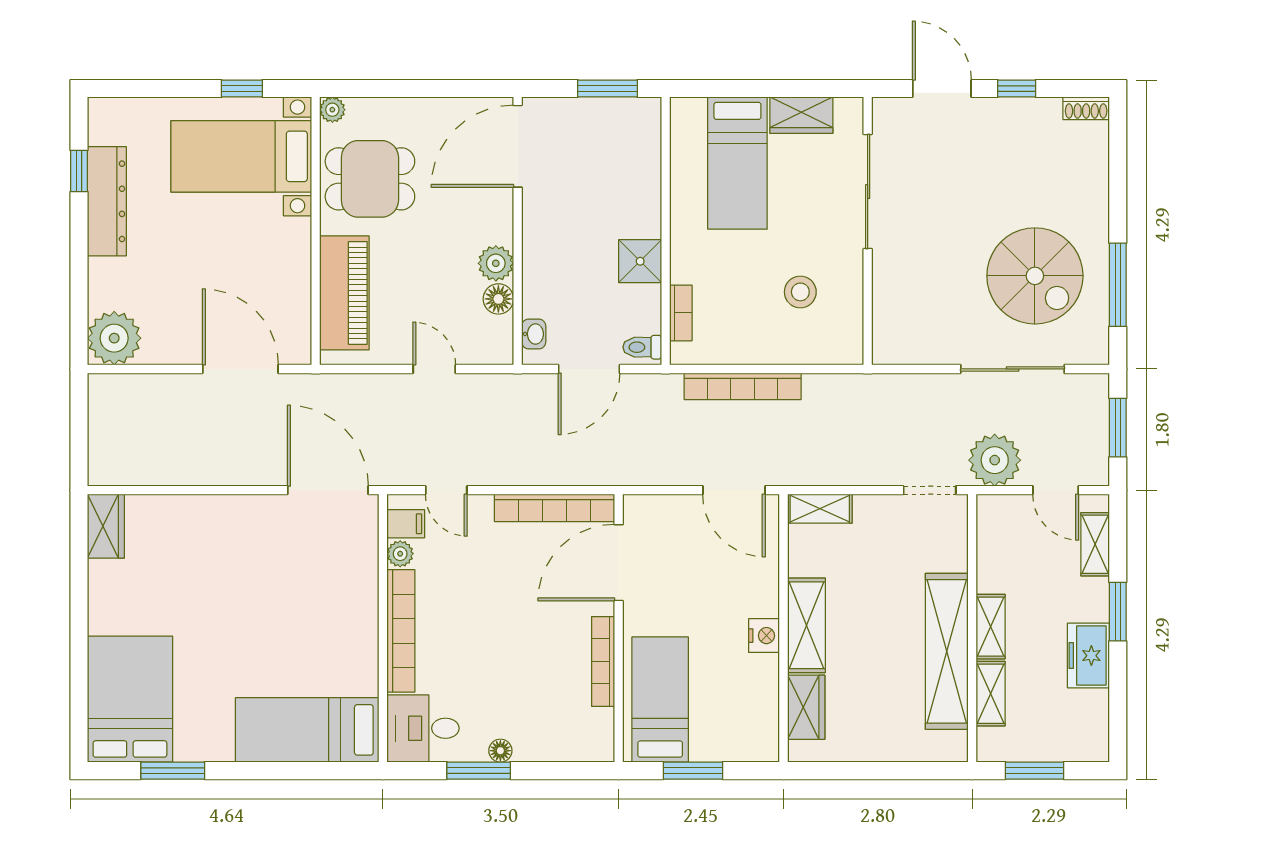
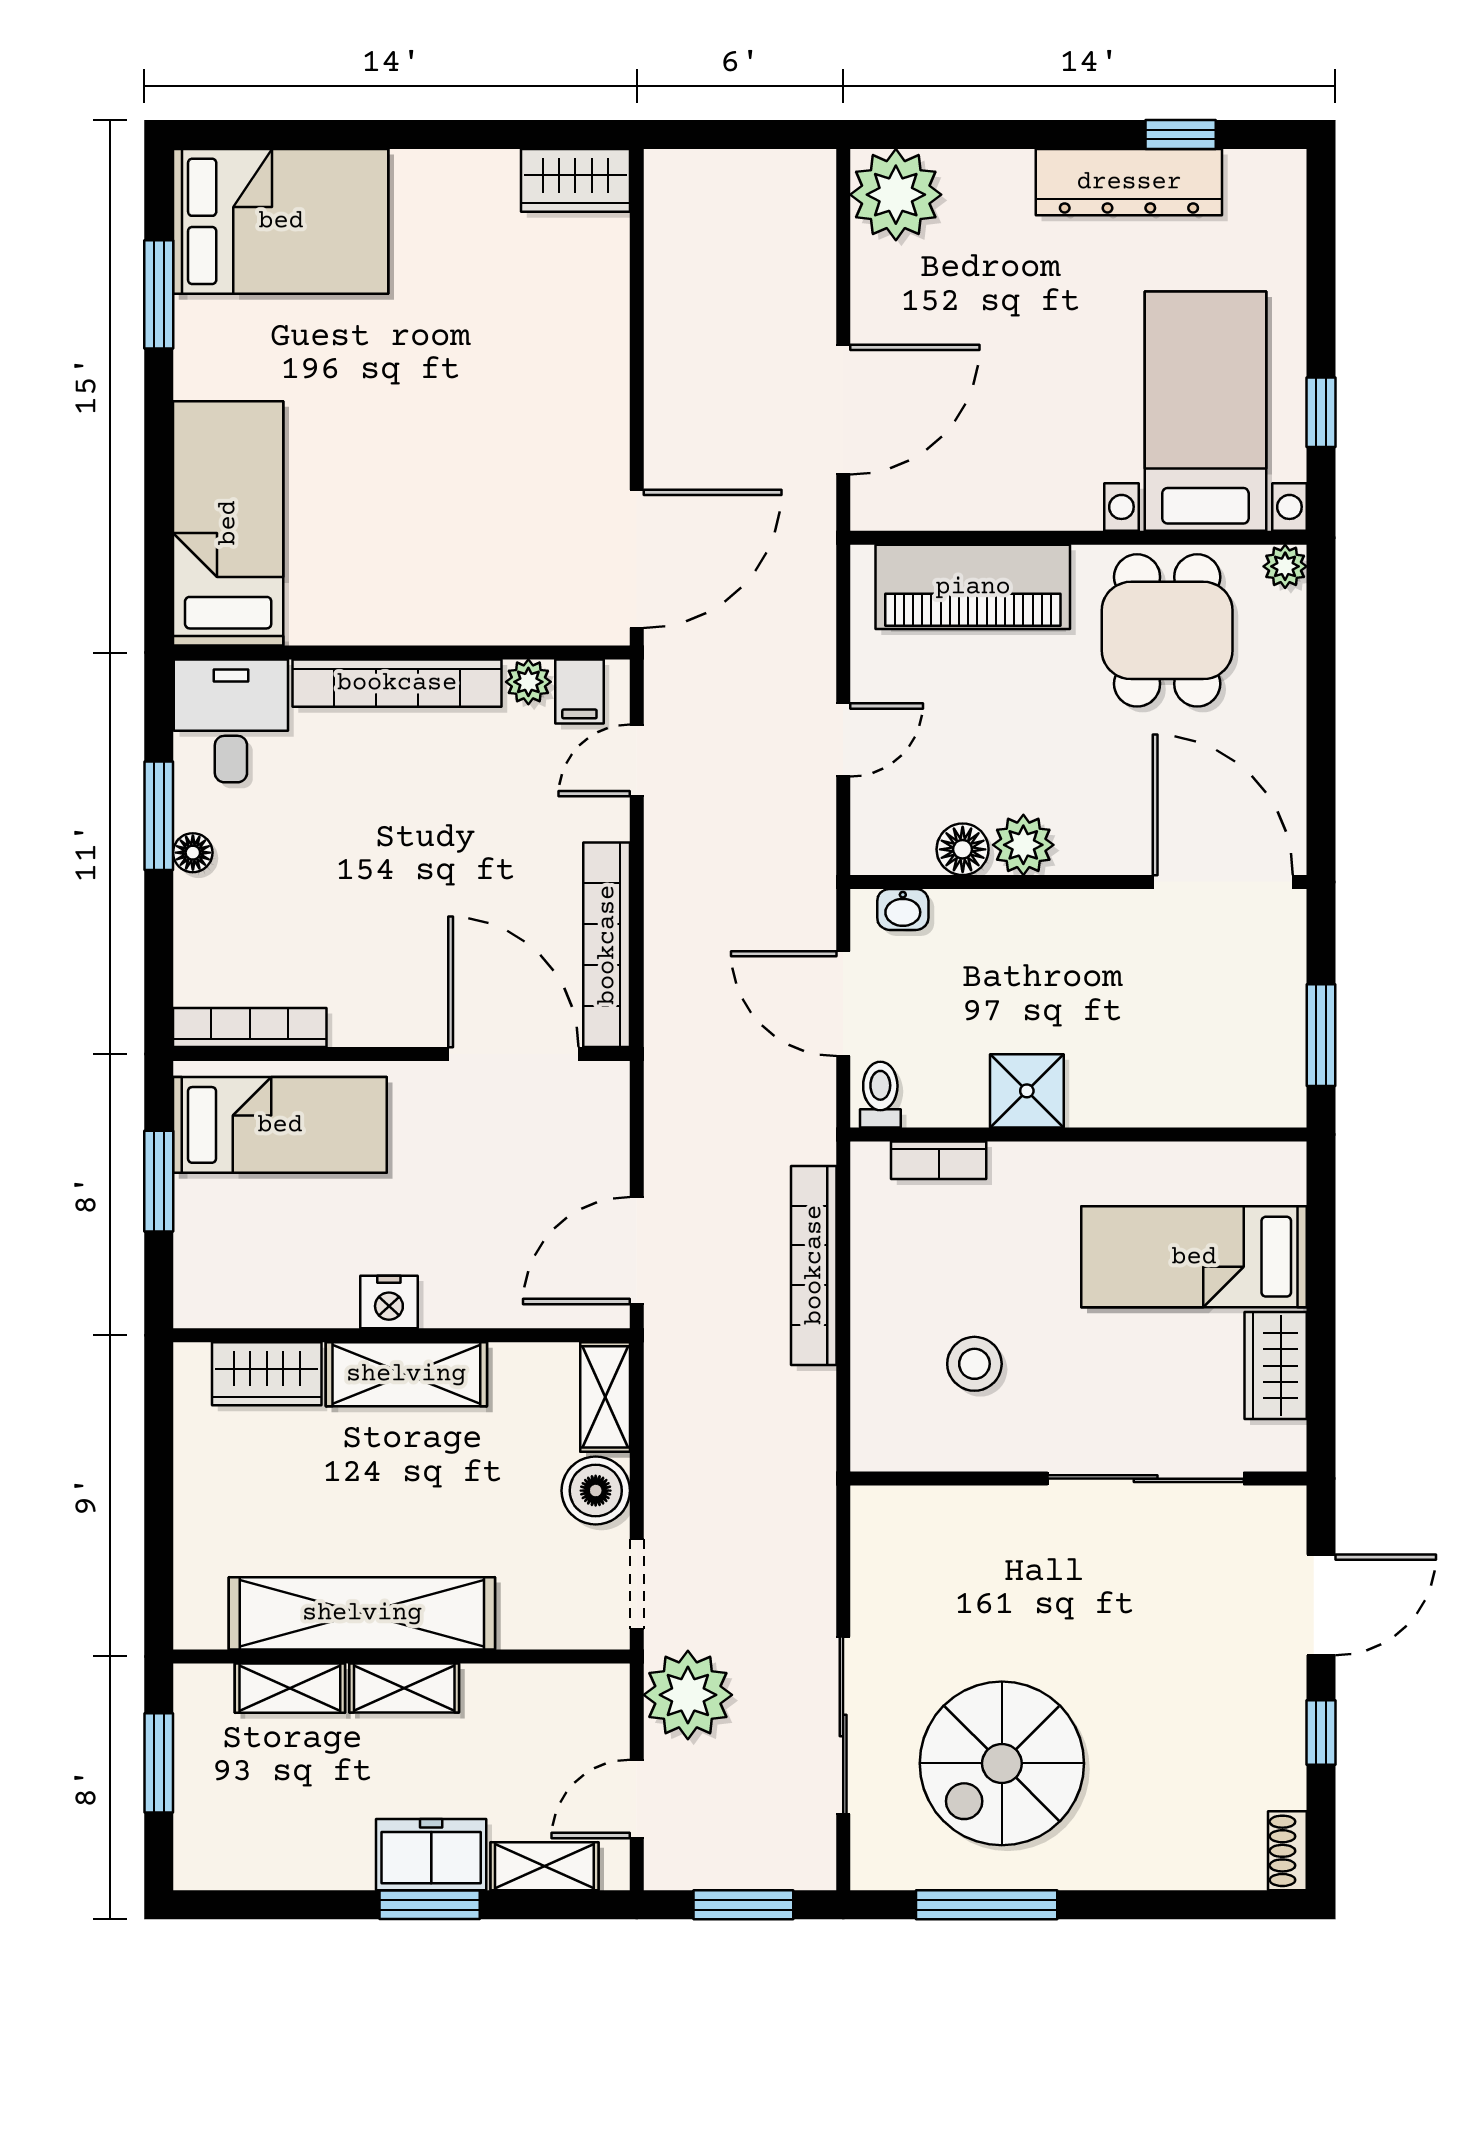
boiler: (875, 514) -> (596, 1491), added
freezer: (1088, 656) -> (431, 1855), moved
bookcase: (603, 661) -> (250, 1028), moved

